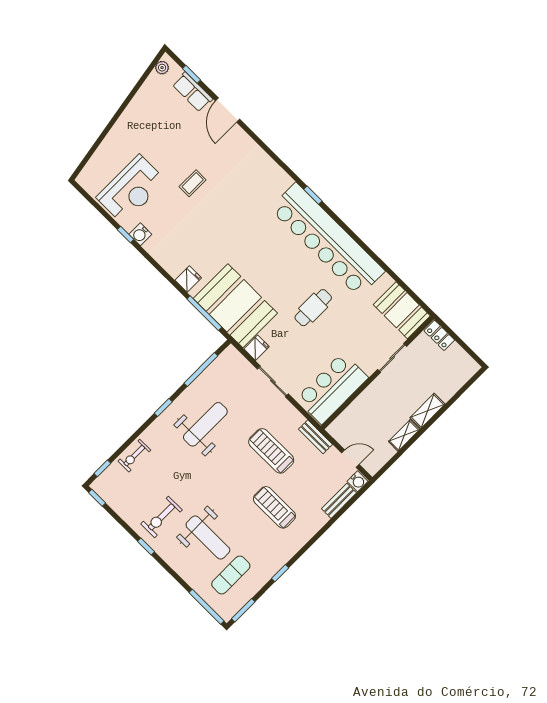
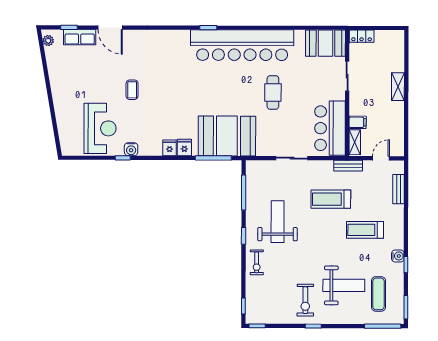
fridge: (257, 348) -> (170, 148), moved
filing cabinet: (361, 407) -> (358, 122), added
shelving: (404, 435) -> (355, 142), moved
exercise bike: (134, 456) -> (257, 262), moved
water cooler: (358, 481) -> (398, 256), moved

